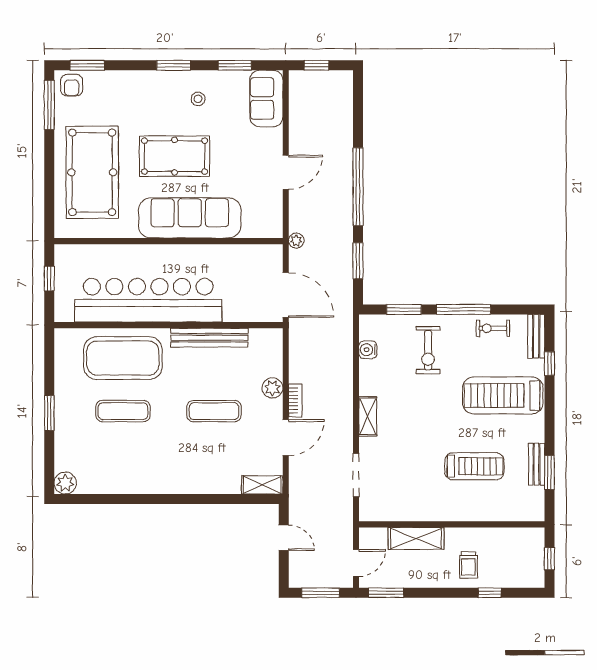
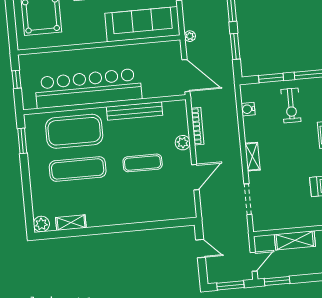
sofa: (190, 218) -> (142, 24), moved
bookcase: (295, 400) -> (198, 126), moved, width x1.56
exercise mat: (123, 411) -> (78, 169), width x1.36, depth x1.45
window: (49, 413) -> (22, 141), moved
shelving: (262, 485) -> (71, 223), moved

